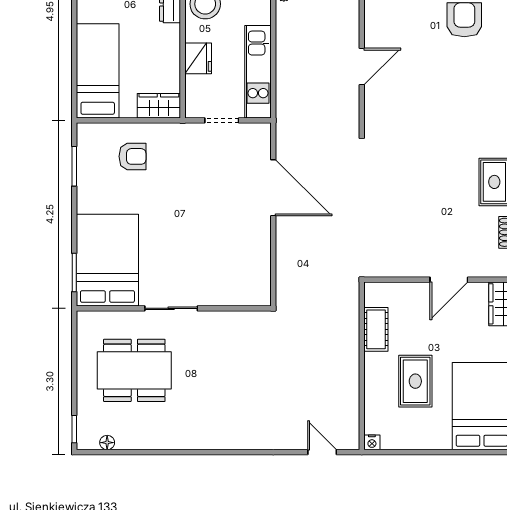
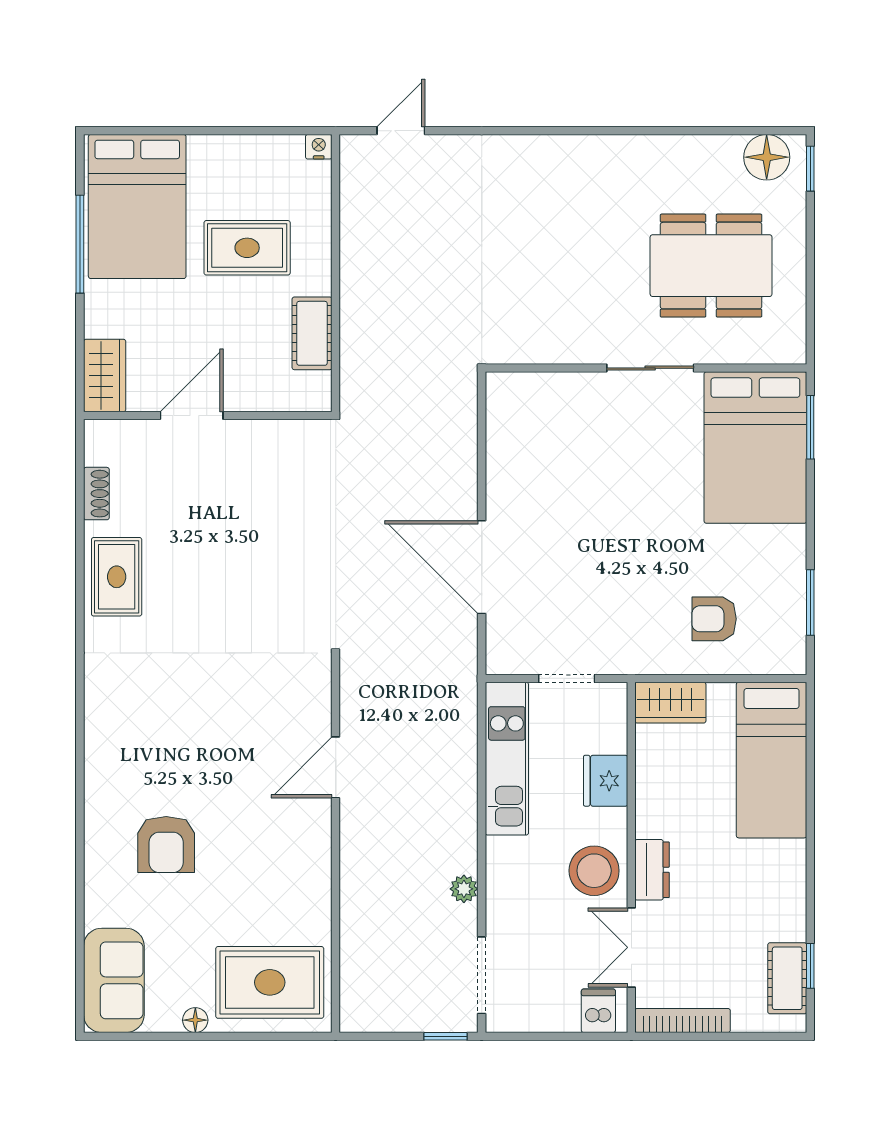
rug: (415, 381) -> (247, 248), turned 90
floor lamp: (107, 443) -> (767, 157), width x1.89, depth x1.89
door: (322, 452) -> (401, 131), swing flipped

